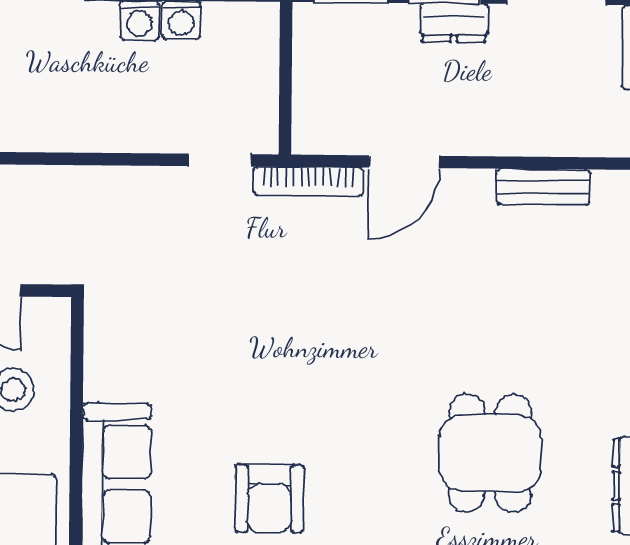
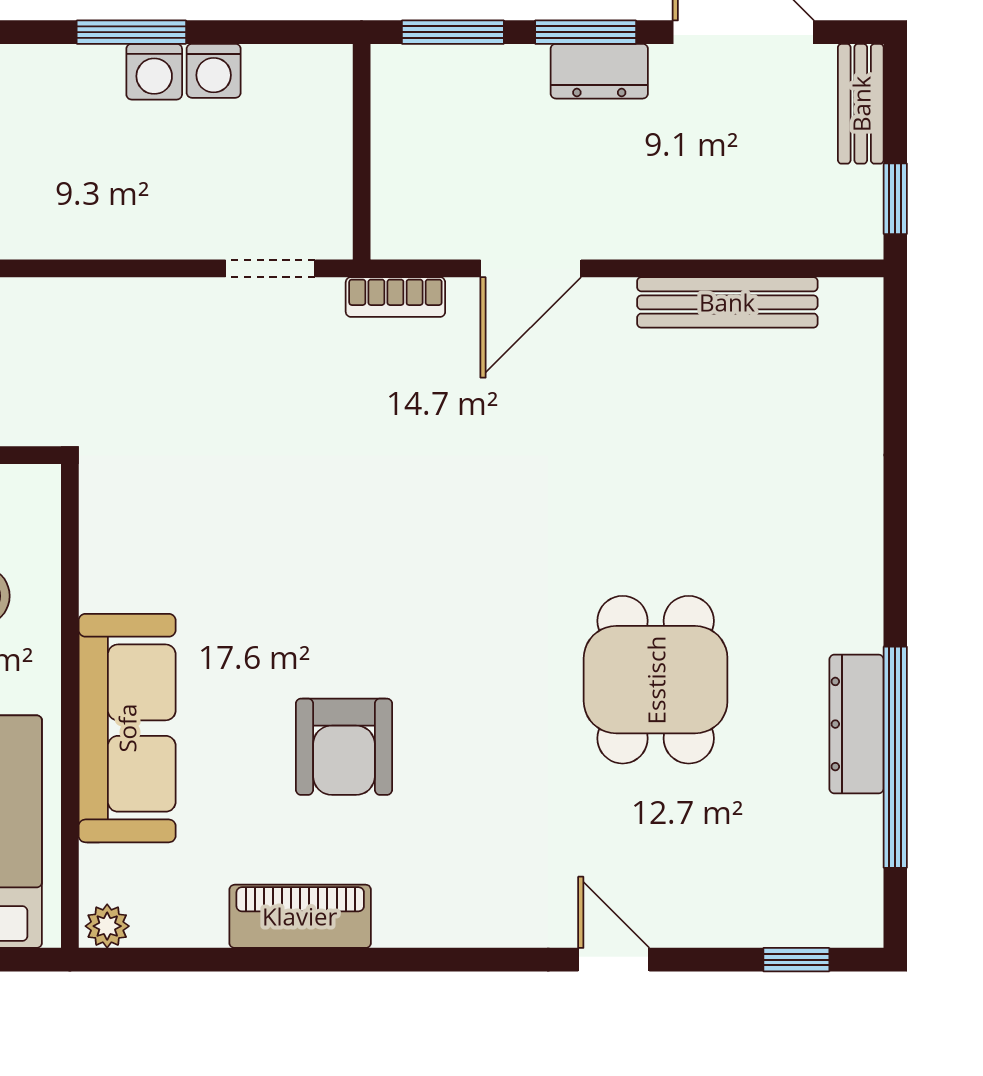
bookcase: (309, 181) -> (395, 297), width x0.64
bench: (543, 187) -> (727, 302), width x1.36

